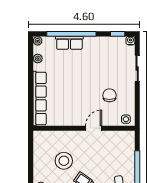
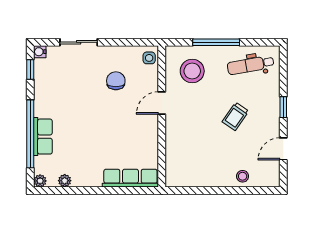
chair: (109, 95) -> (116, 81), turned 90
row of seats: (40, 98) -> (130, 178), width x0.73
door: (94, 128) -> (162, 103), hinge flipped
stool: (64, 161) -> (192, 71), moved

